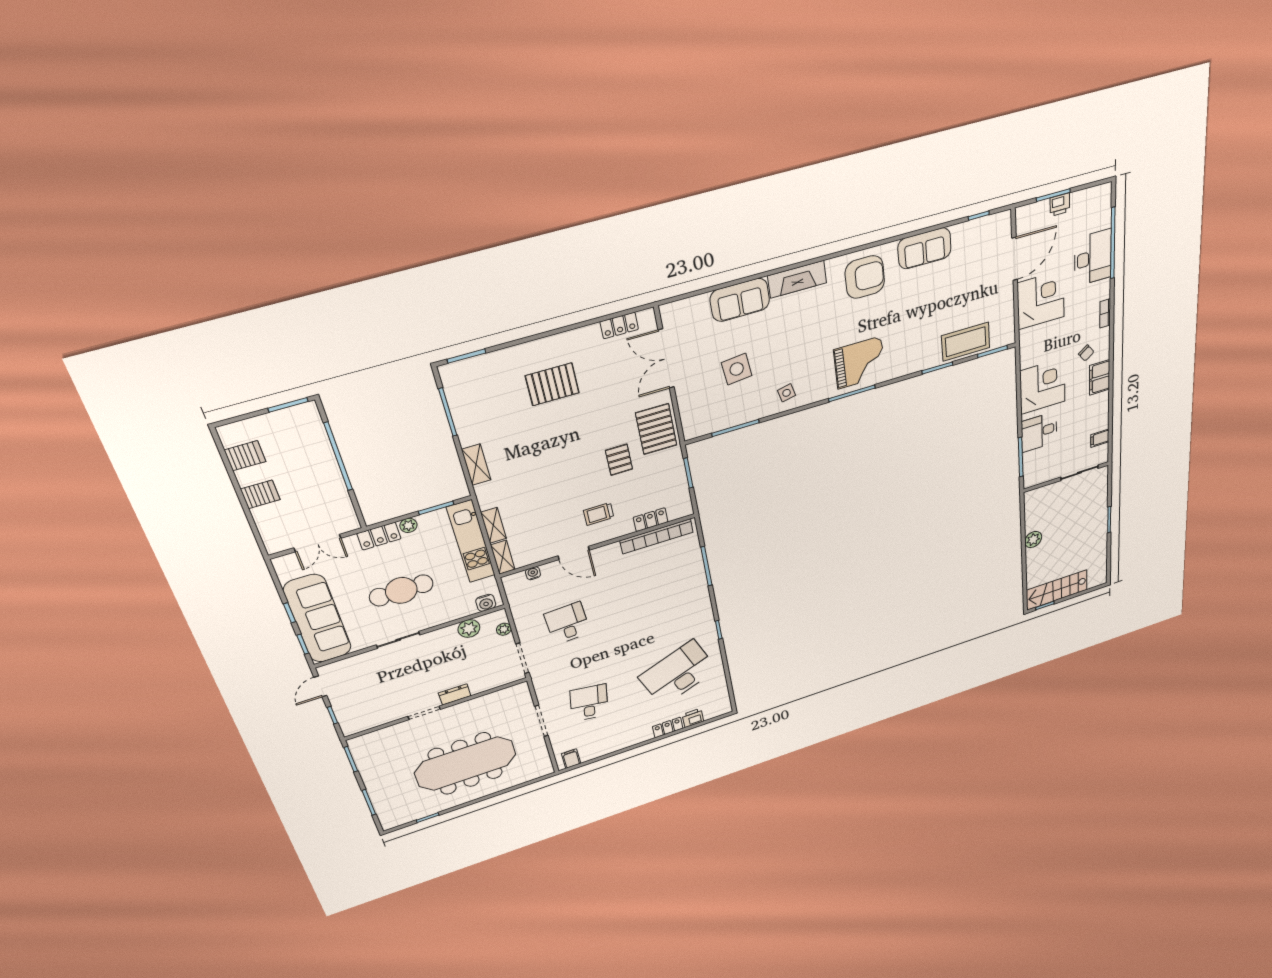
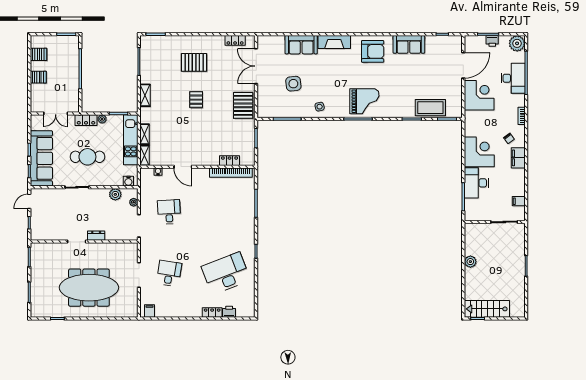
plant: (1099, 198) -> (517, 43), added
desk: (1039, 432) -> (476, 183), width x1.37
pallet: (619, 460) -> (196, 100), moved
trolley: (599, 514) -> (202, 147), removed

